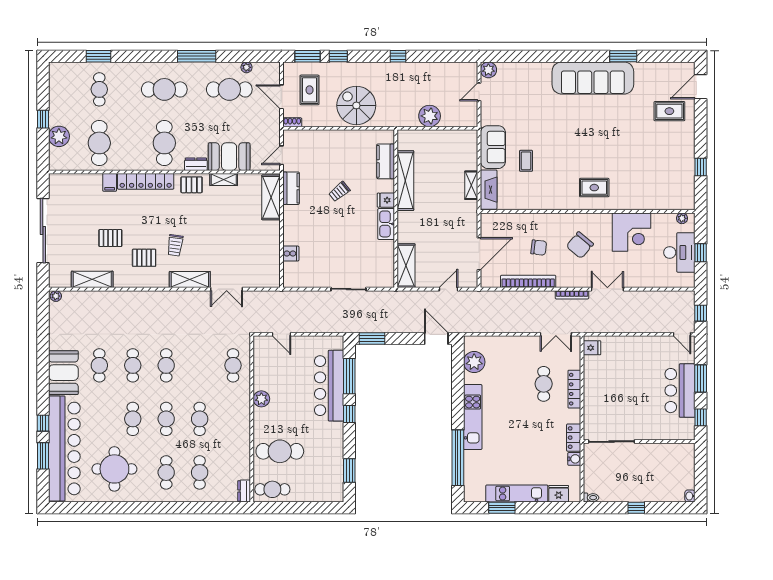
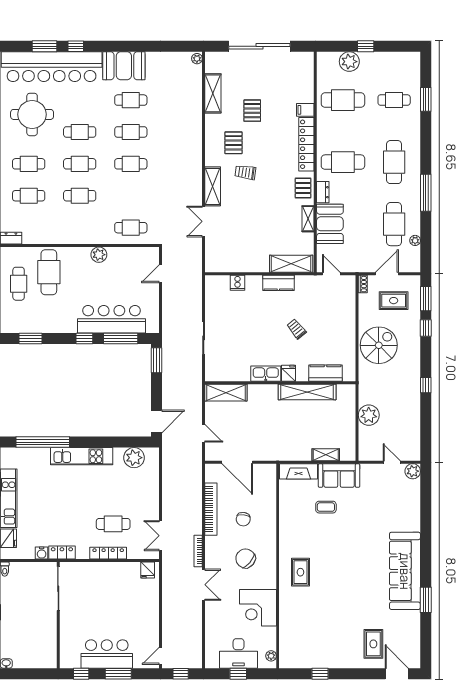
shelving: (471, 185) -> (326, 455), moved
kitchen counter: (291, 188) -> (278, 283), moved
cafe table: (272, 489) -> (19, 284), moved

